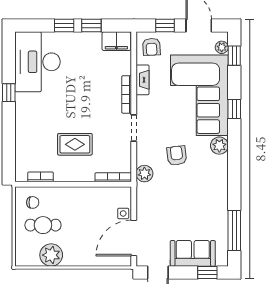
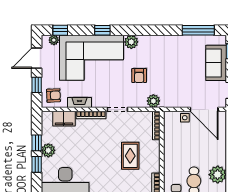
plant: (82, 40) -> (48, 150), added
filing cabinet: (116, 41) -> (64, 119), moved, turned 90
armchair: (177, 156) -> (139, 76), turned -83

